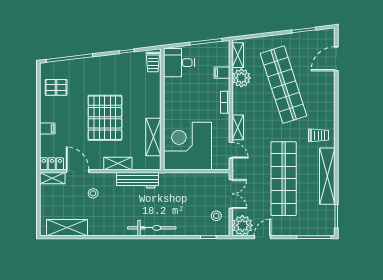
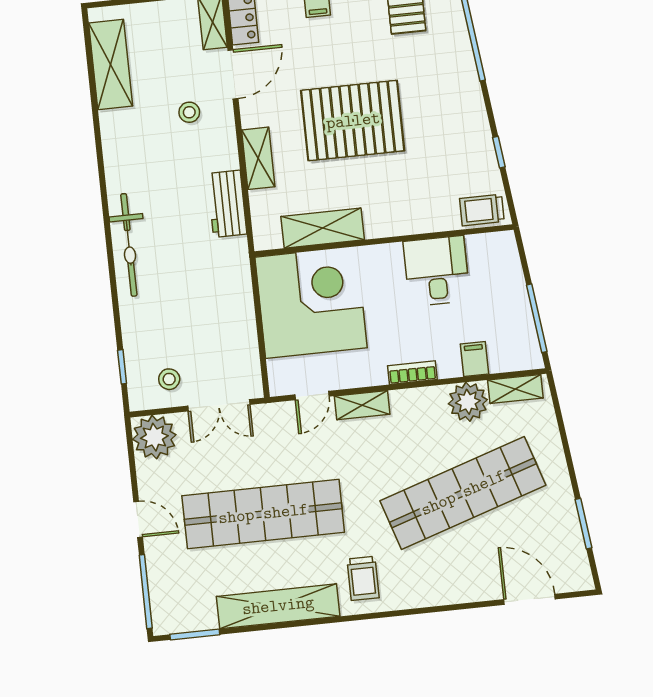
desk: (179, 63) -> (436, 271), moved
workbench: (137, 180) -> (227, 204), width x0.73
door: (262, 237) -> (138, 519), moved

